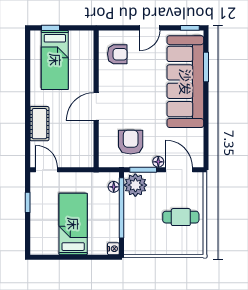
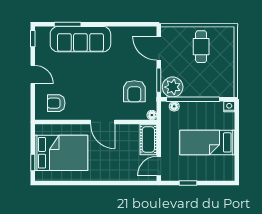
armchair: (117, 54) -> (56, 103), turned -90
bed: (55, 60) -> (61, 153), width x1.50
sofa: (185, 82) -> (80, 39), width x0.74, depth x0.79
cot: (39, 124) -> (148, 140), moved, turned 90
armchair: (131, 142) -> (134, 91), turned -90
floor lamp: (158, 162) -> (152, 115), moved
door: (179, 170) -> (159, 48), hinge flipped

